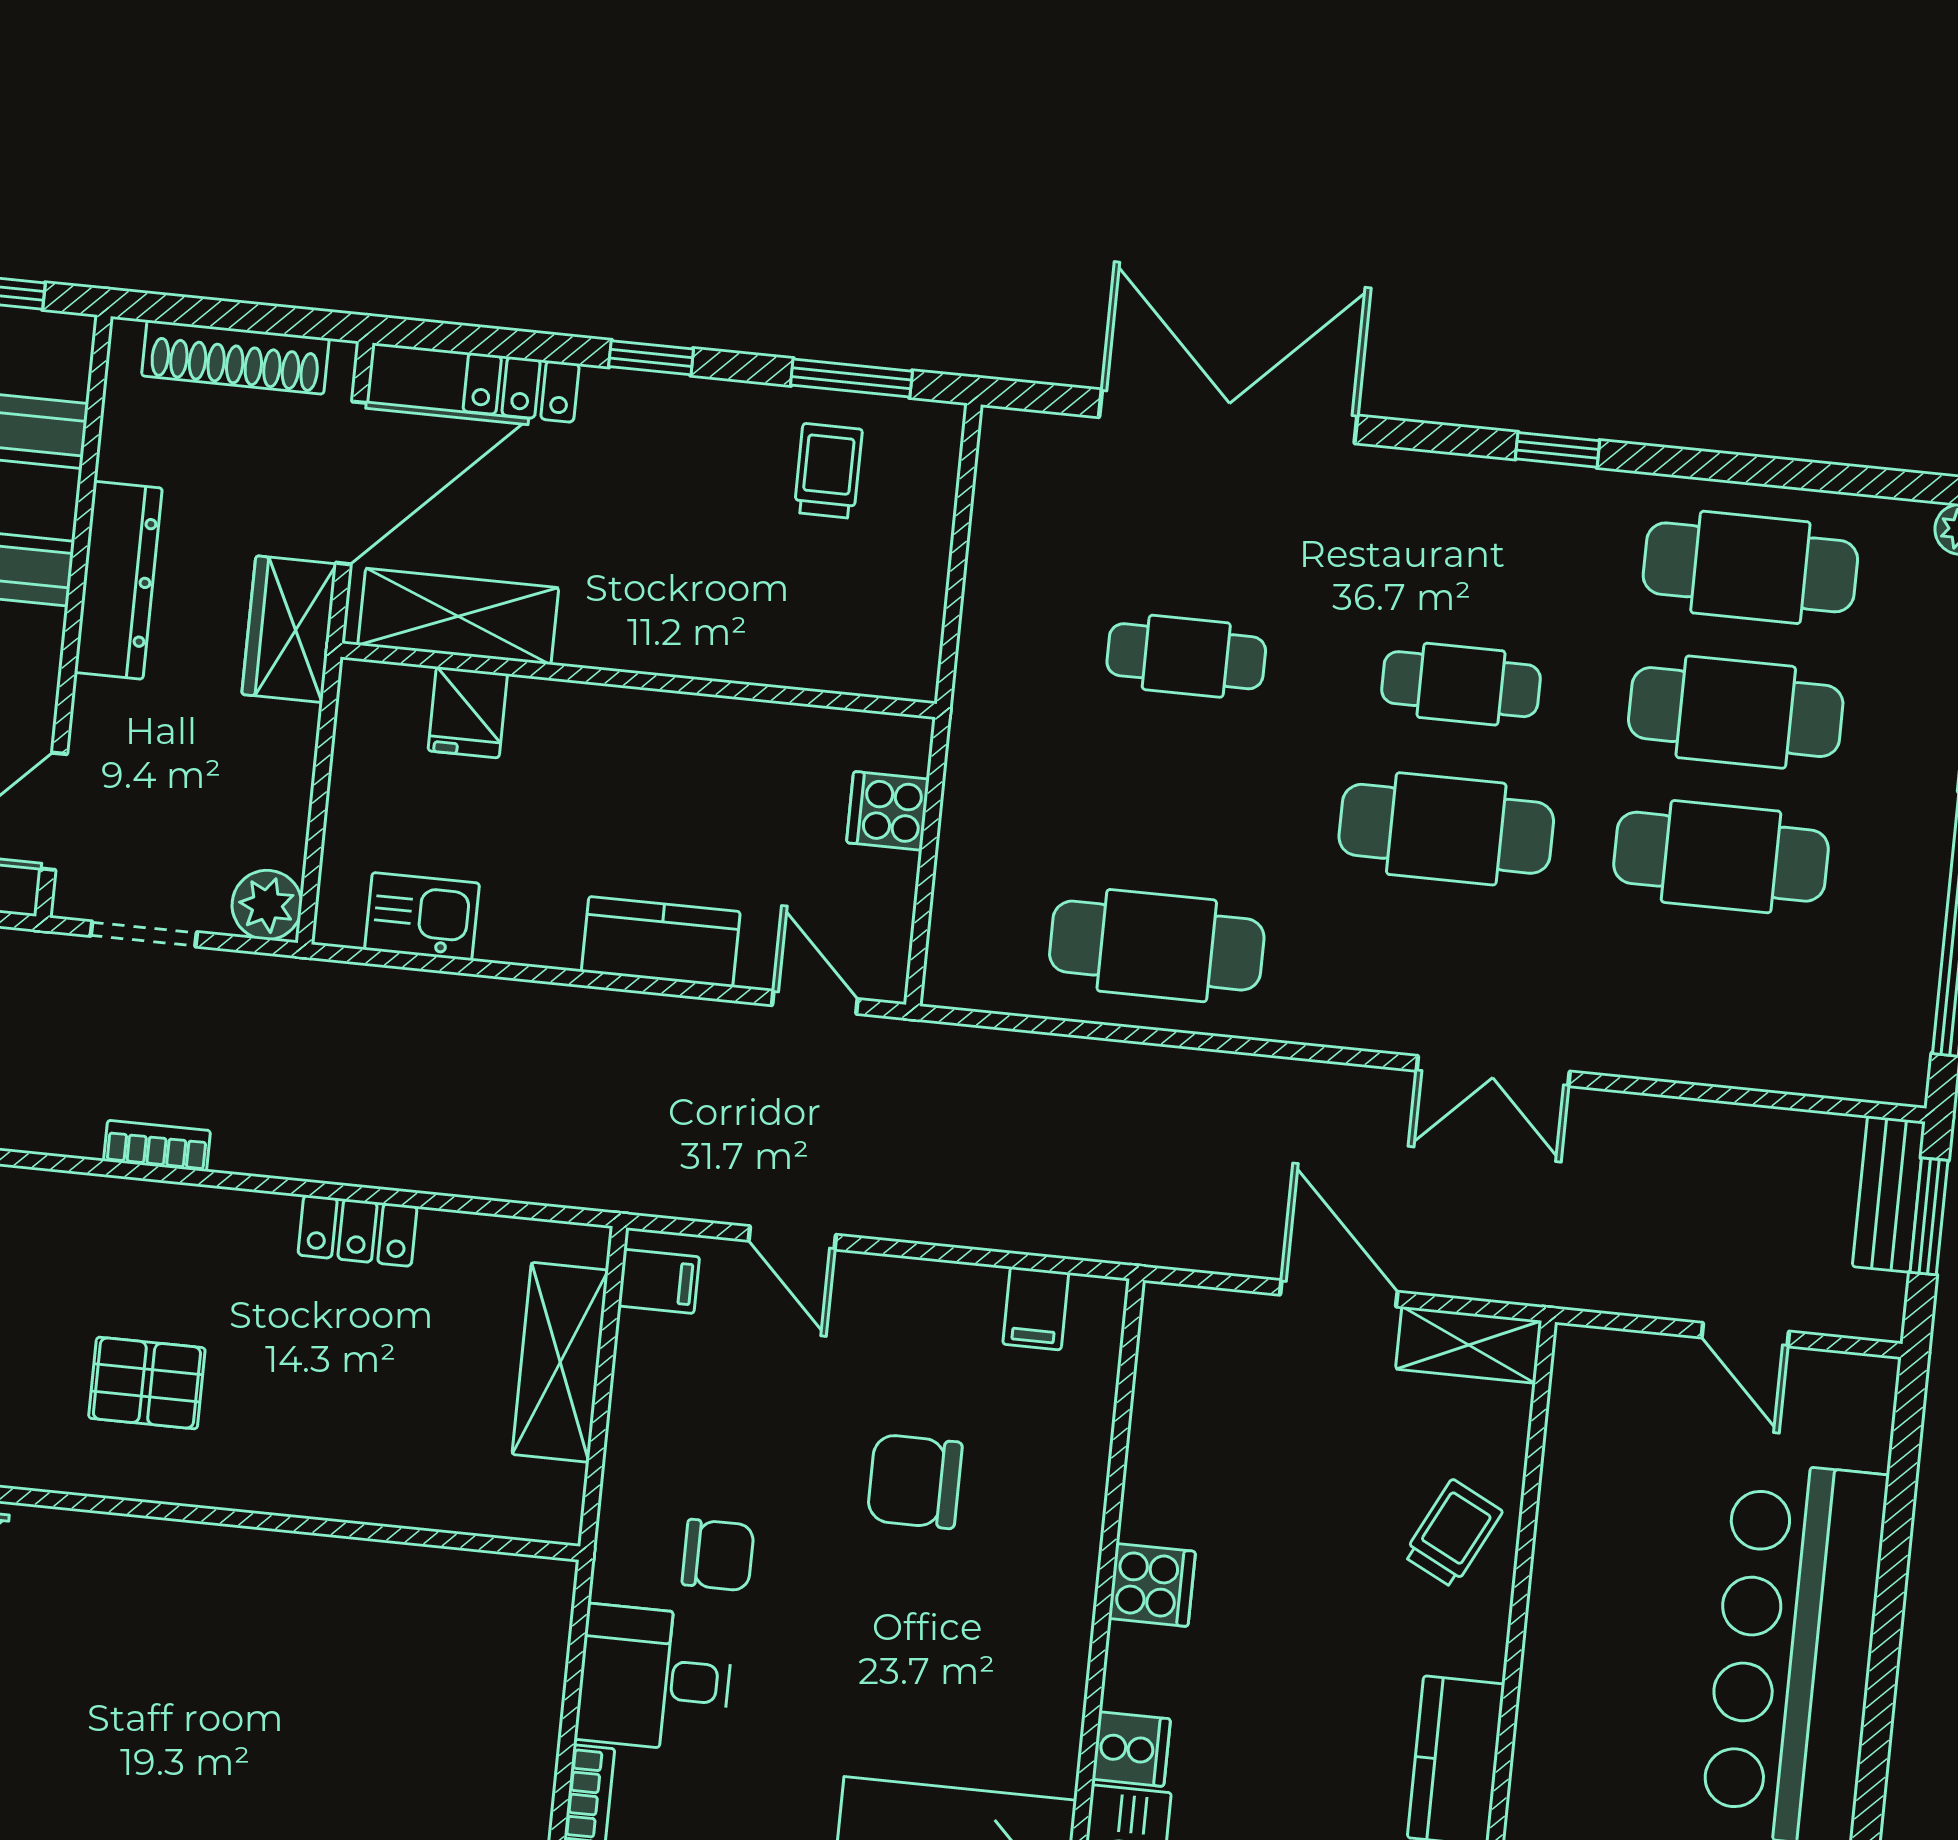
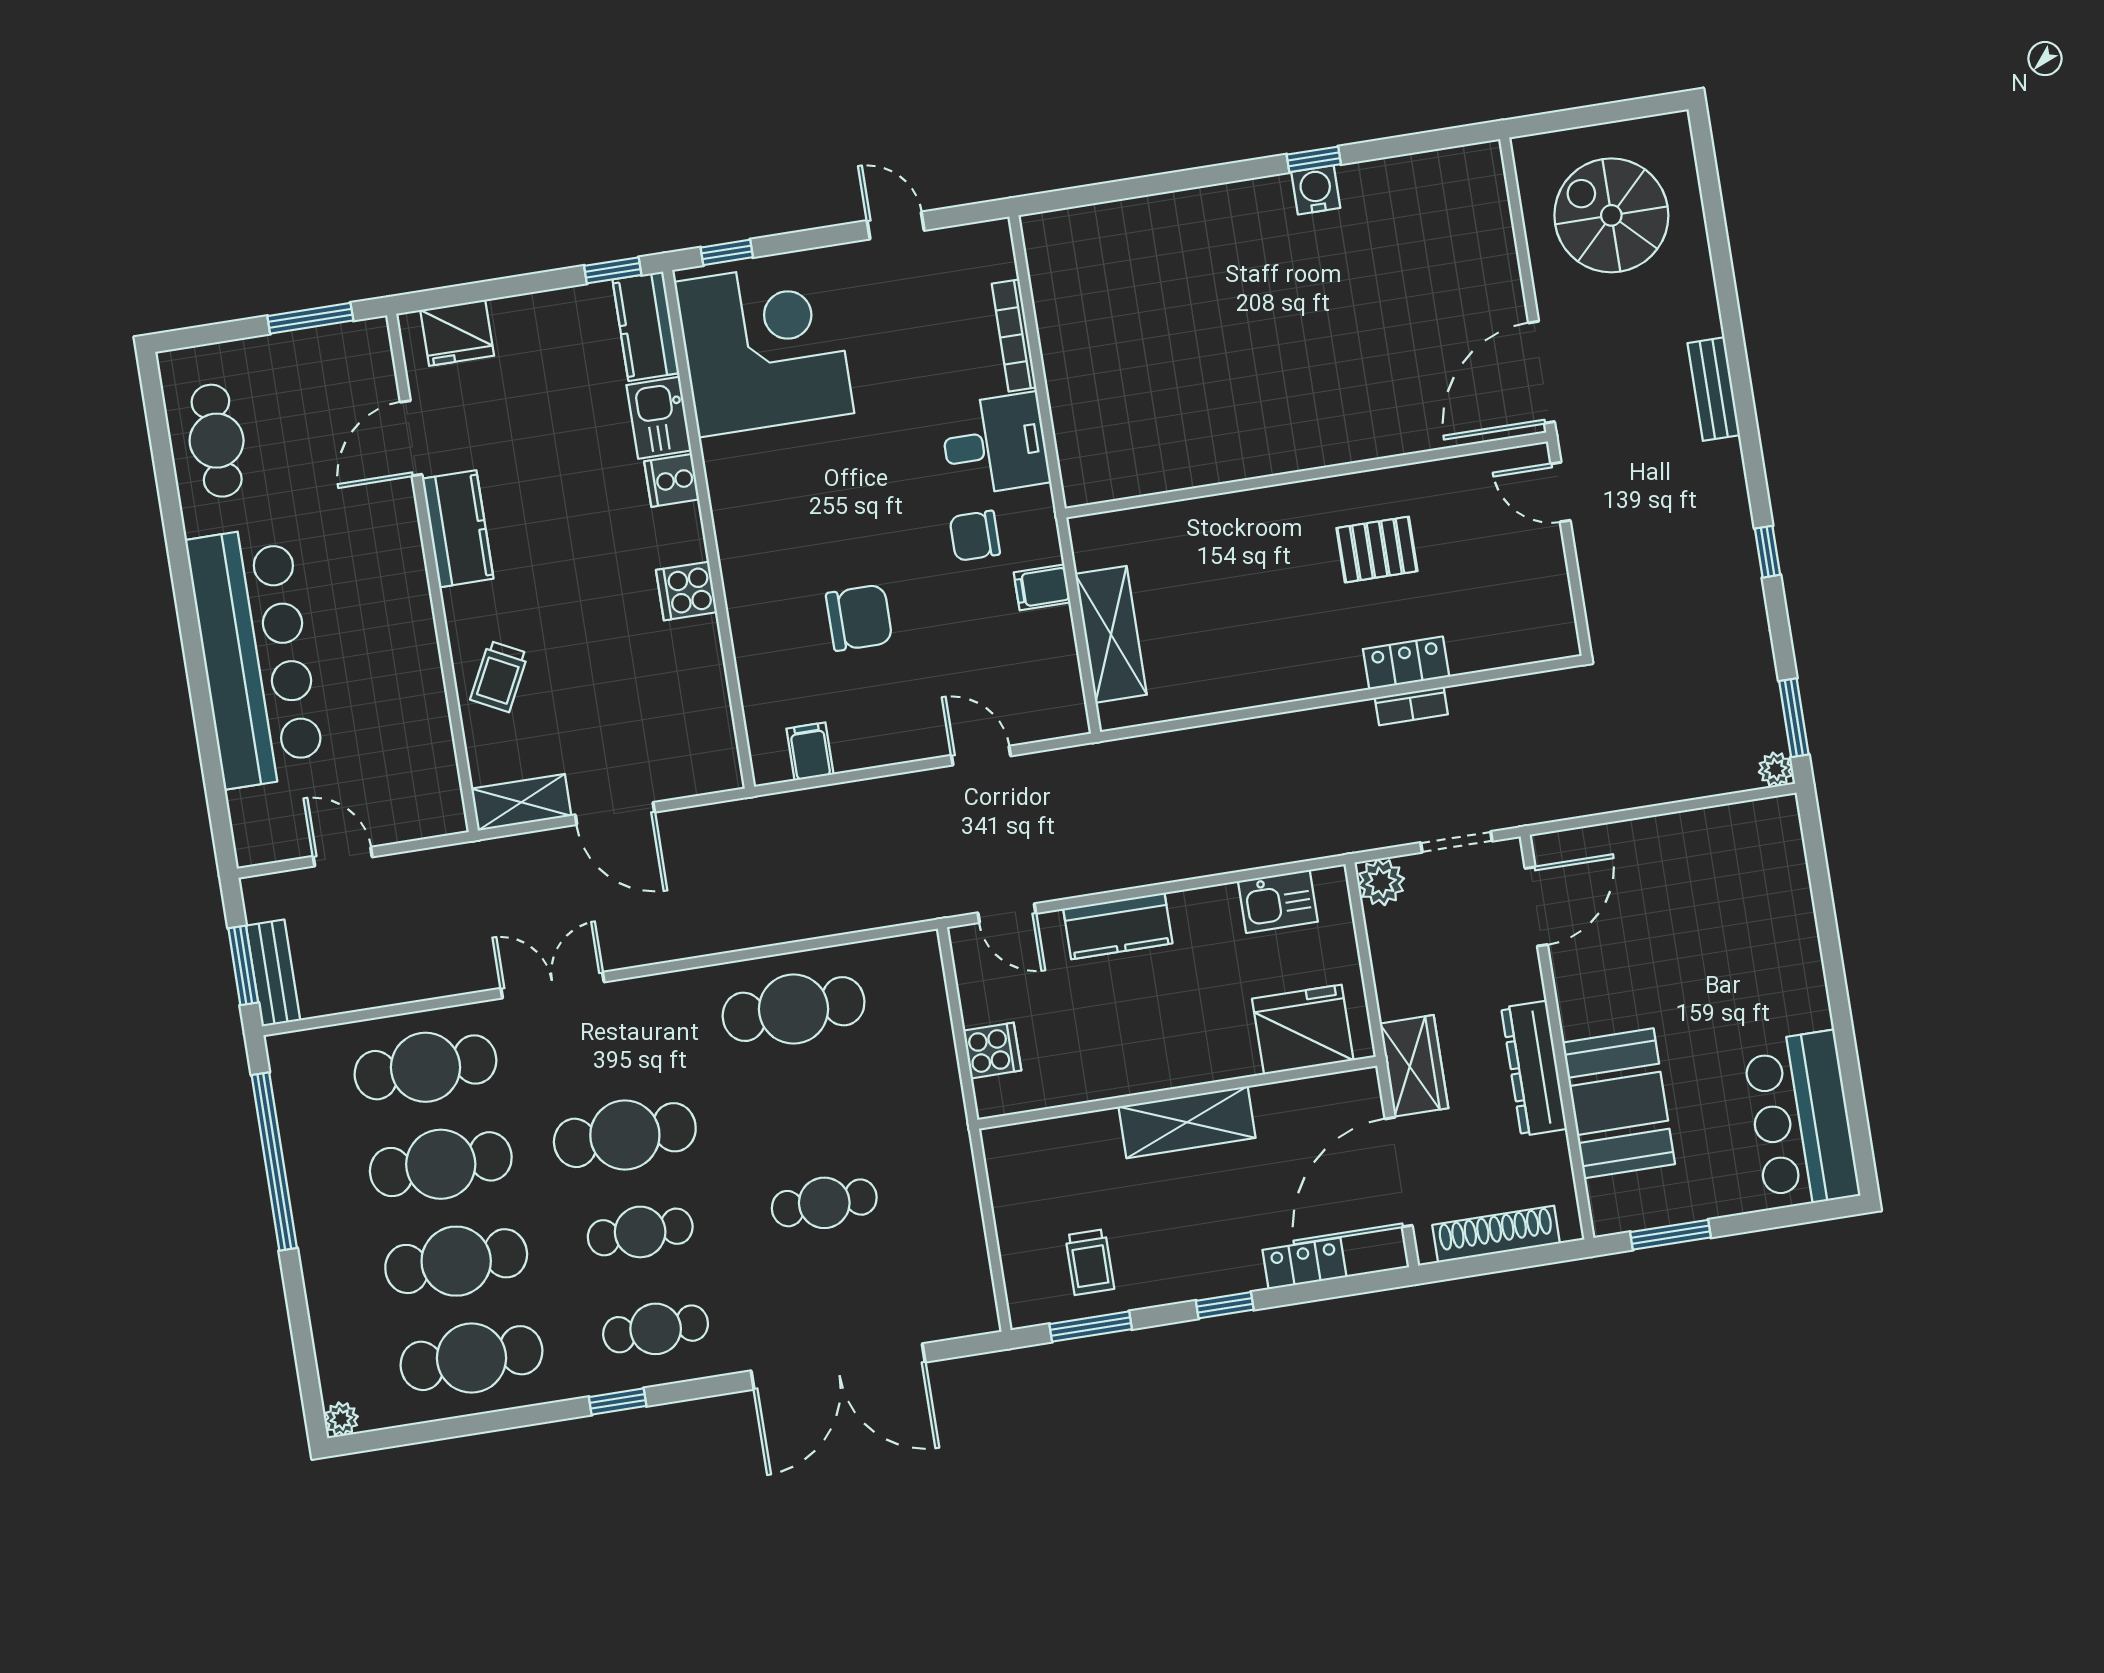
cafe table: (1476, 539) -> (656, 1329), added
shelving: (458, 616) -> (1187, 1122), moved
fridge: (468, 712) -> (1303, 1030), width x1.88, depth x1.34
cafe table: (1706, 1001) -> (425, 1067), added
locker: (358, 1231) -> (1406, 663), moved
filing cabinet: (659, 1281) -> (1042, 587), moved

